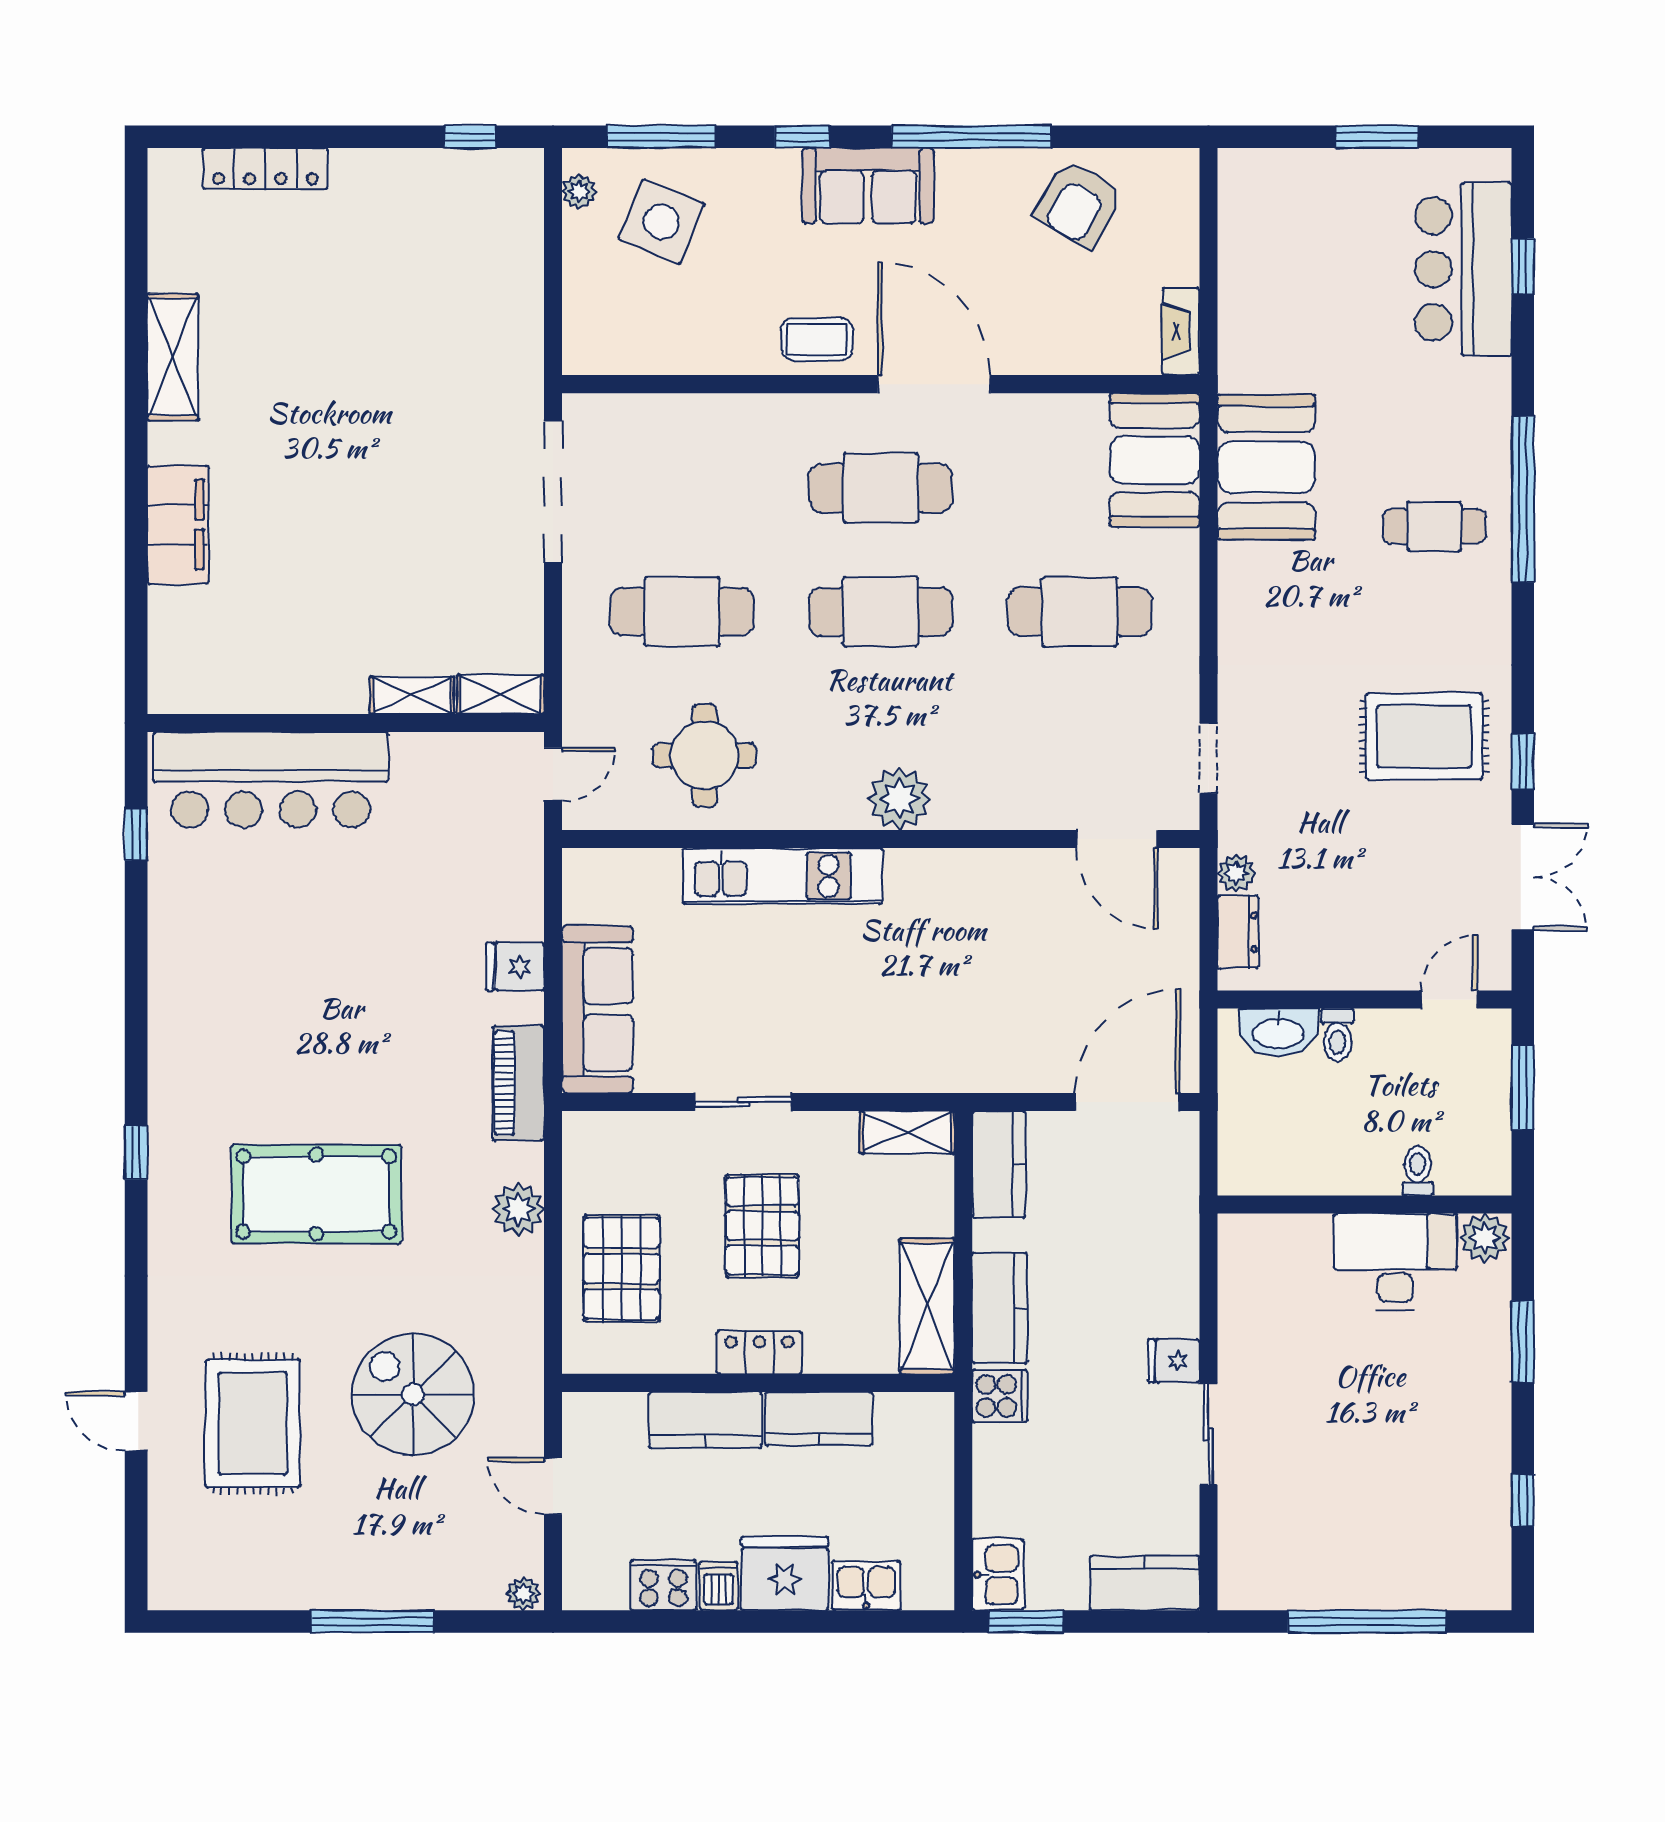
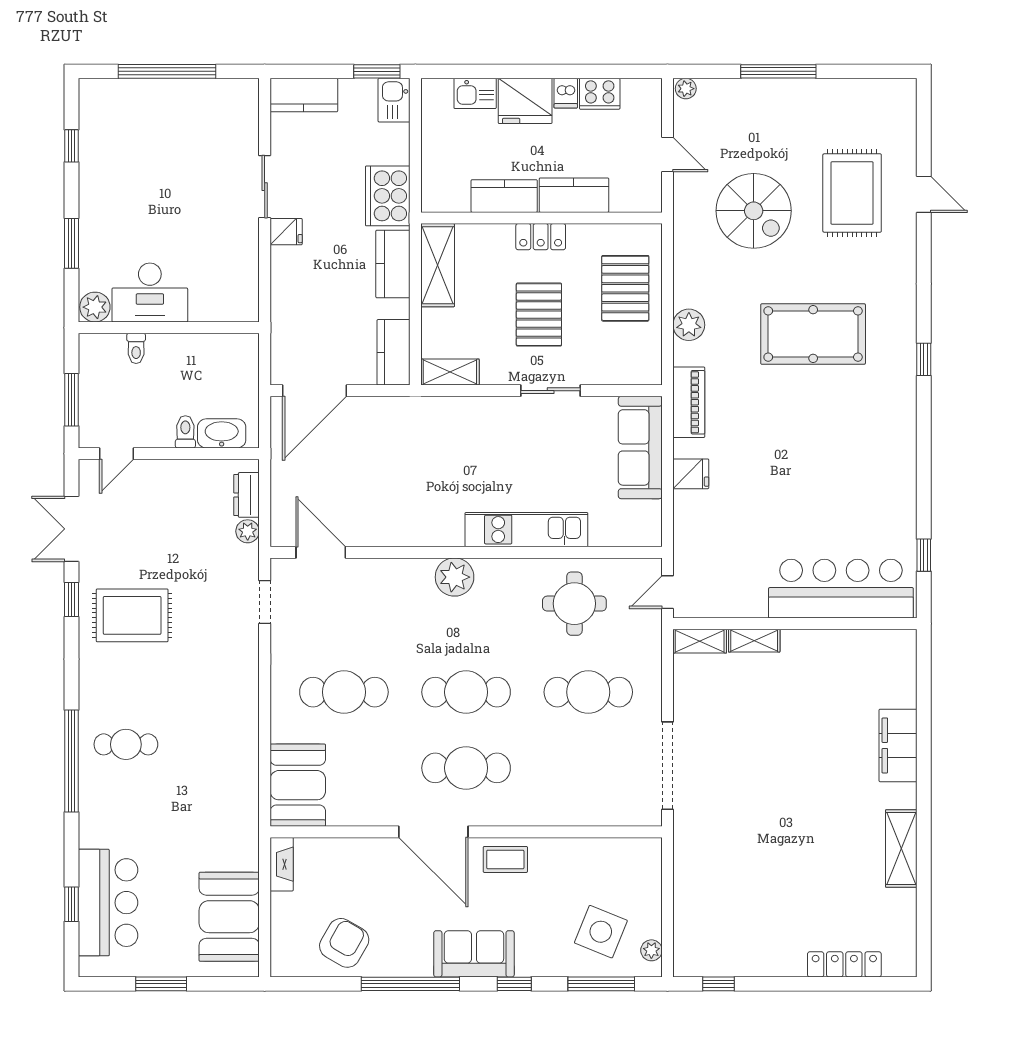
booth: (1266, 467) -> (229, 917), moved
cooker: (1000, 1396) -> (388, 196), width x1.87, depth x1.31

